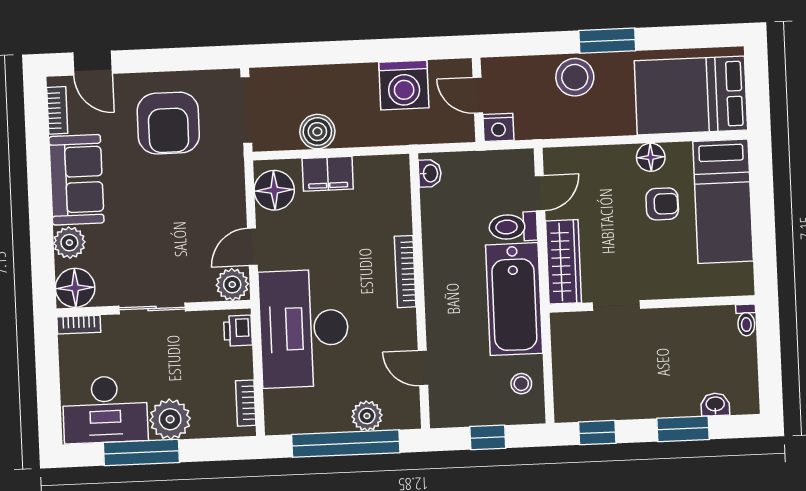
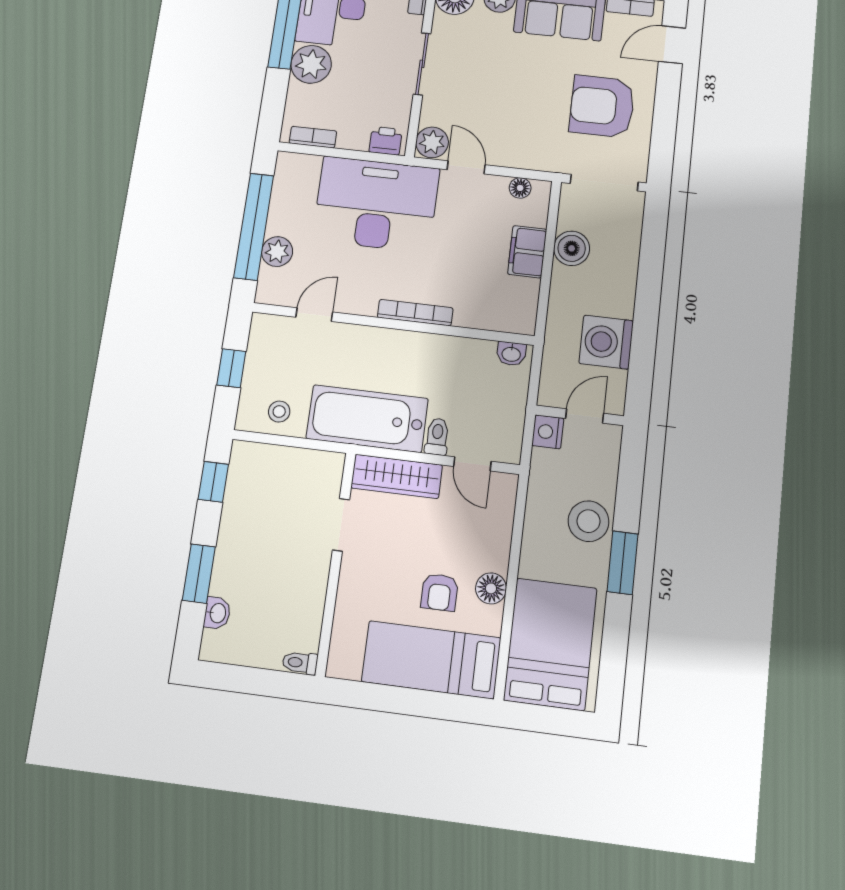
floor lamp: (274, 190) -> (520, 188), width x0.53, depth x0.53
toilet: (513, 227) -> (437, 437), width x0.73, depth x0.72

